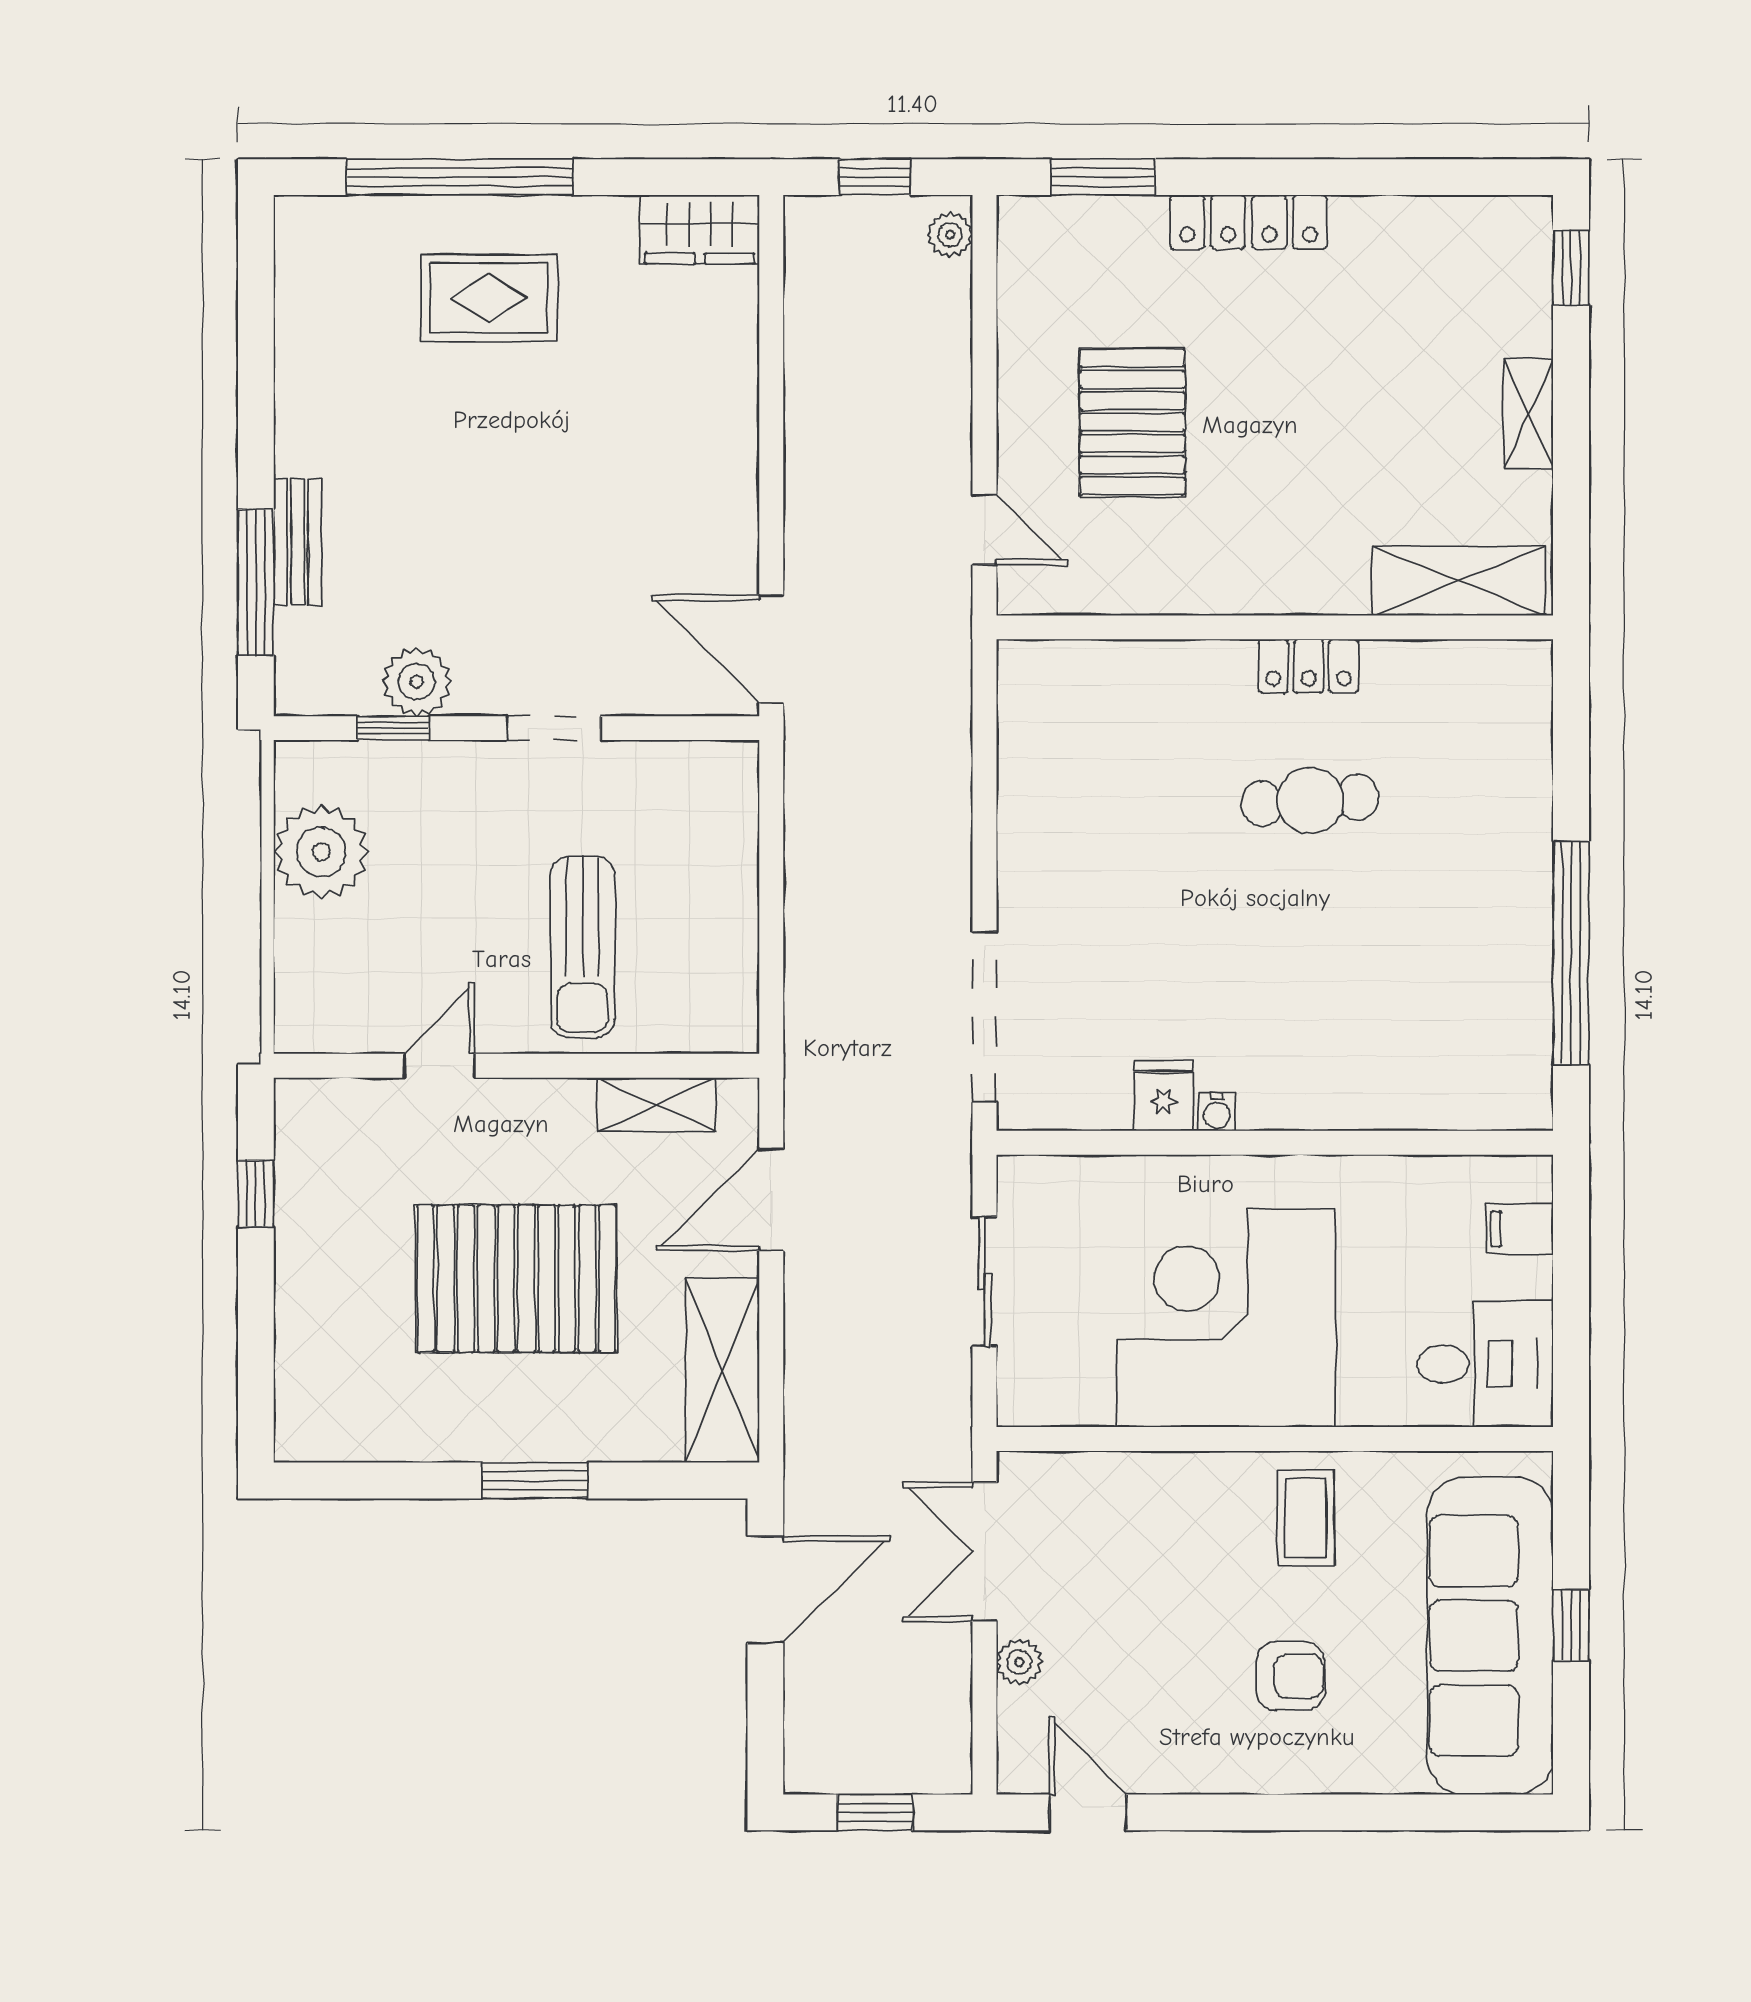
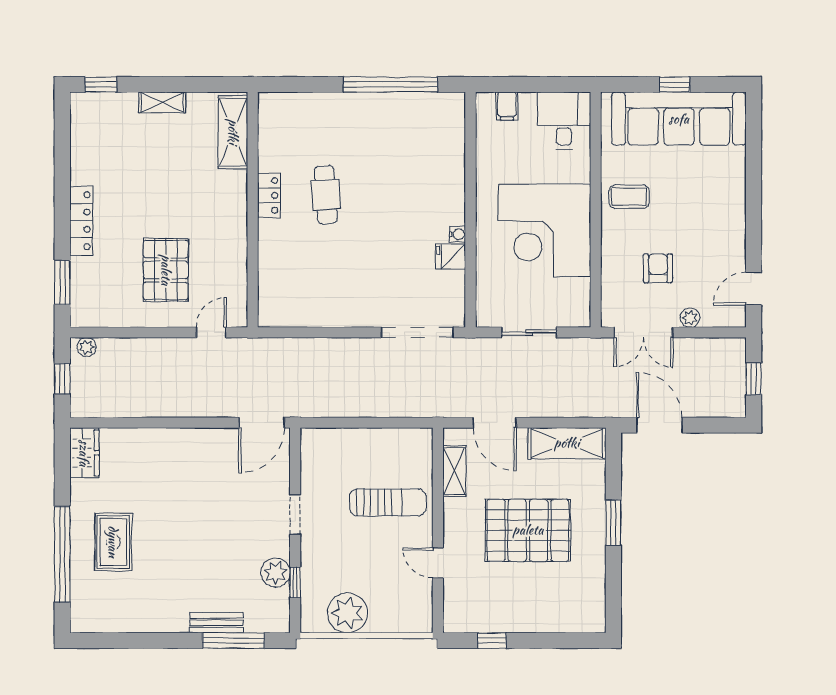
pallet: (1132, 422) -> (166, 270), turned 90
pallet: (516, 1279) -> (528, 530), turned 90
armchair: (1290, 1676) -> (658, 268), moved

